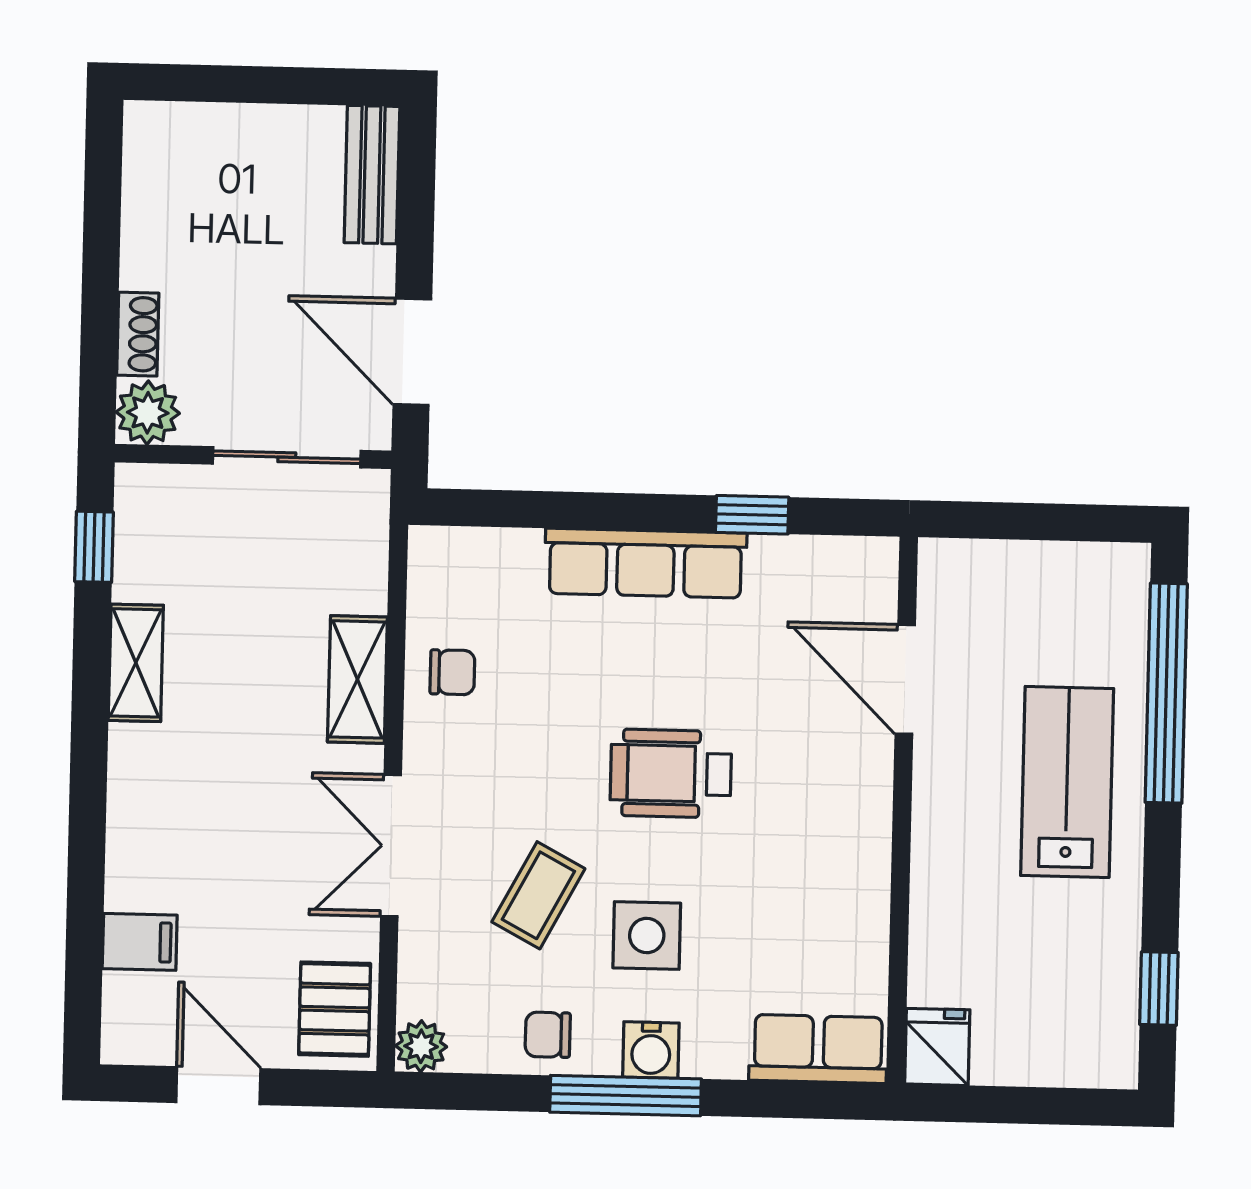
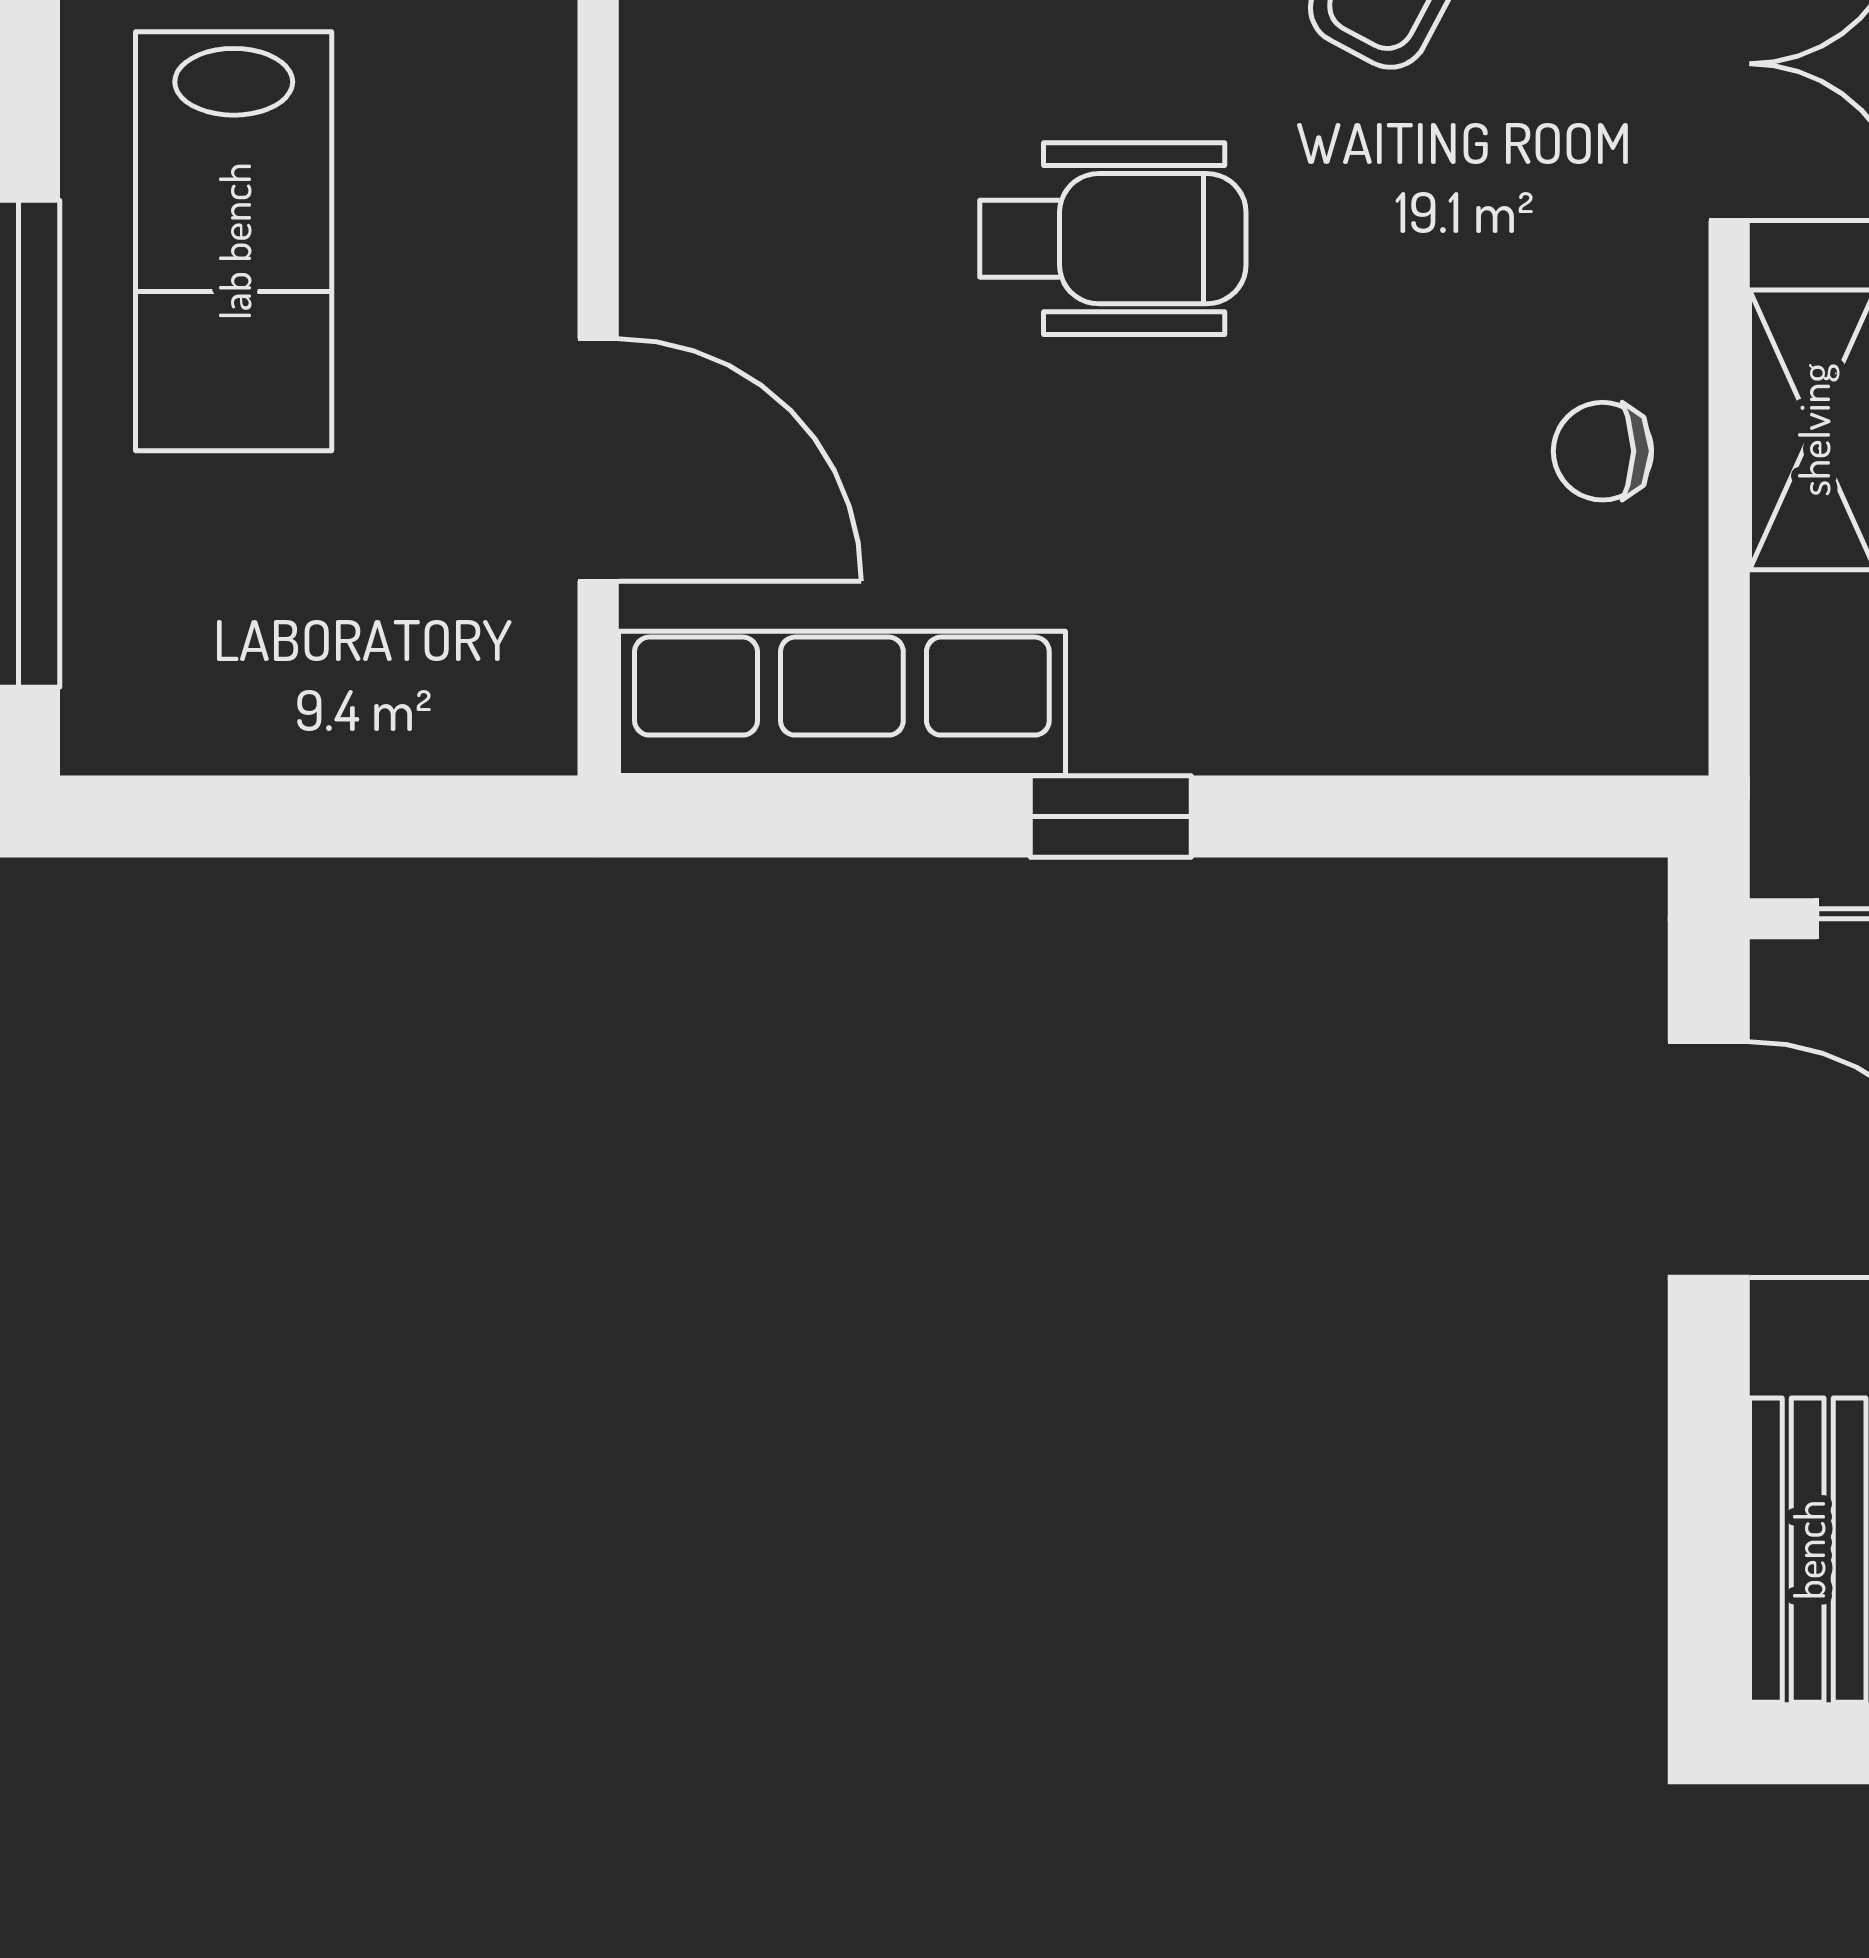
window: (752, 515) -> (1111, 817), moved
row of seats: (646, 563) -> (842, 703), moved

